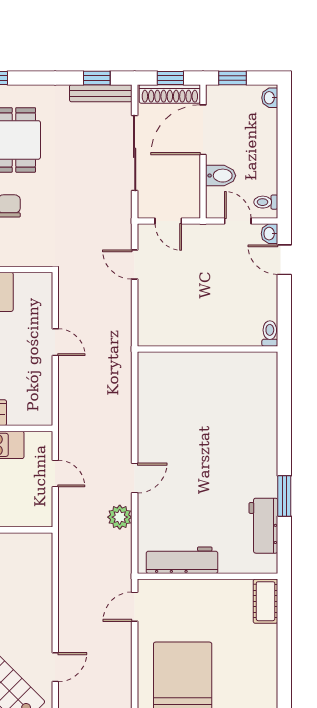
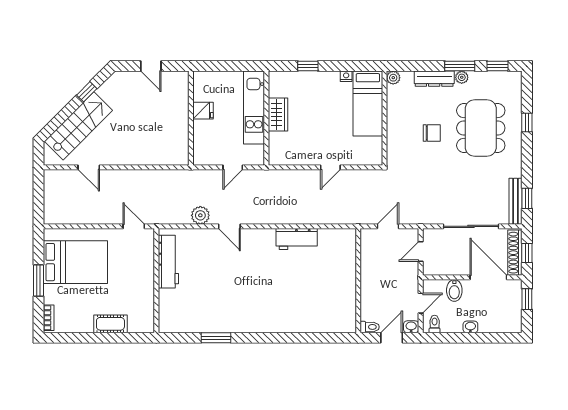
washbasin: (270, 98) -> (470, 327), moved
toilet: (270, 333) -> (370, 327), moved
wall: (207, 349) -> (358, 281), moved
workbench: (263, 526) -> (297, 239), moved, turned 180
cot: (266, 601) -> (110, 324), moved

